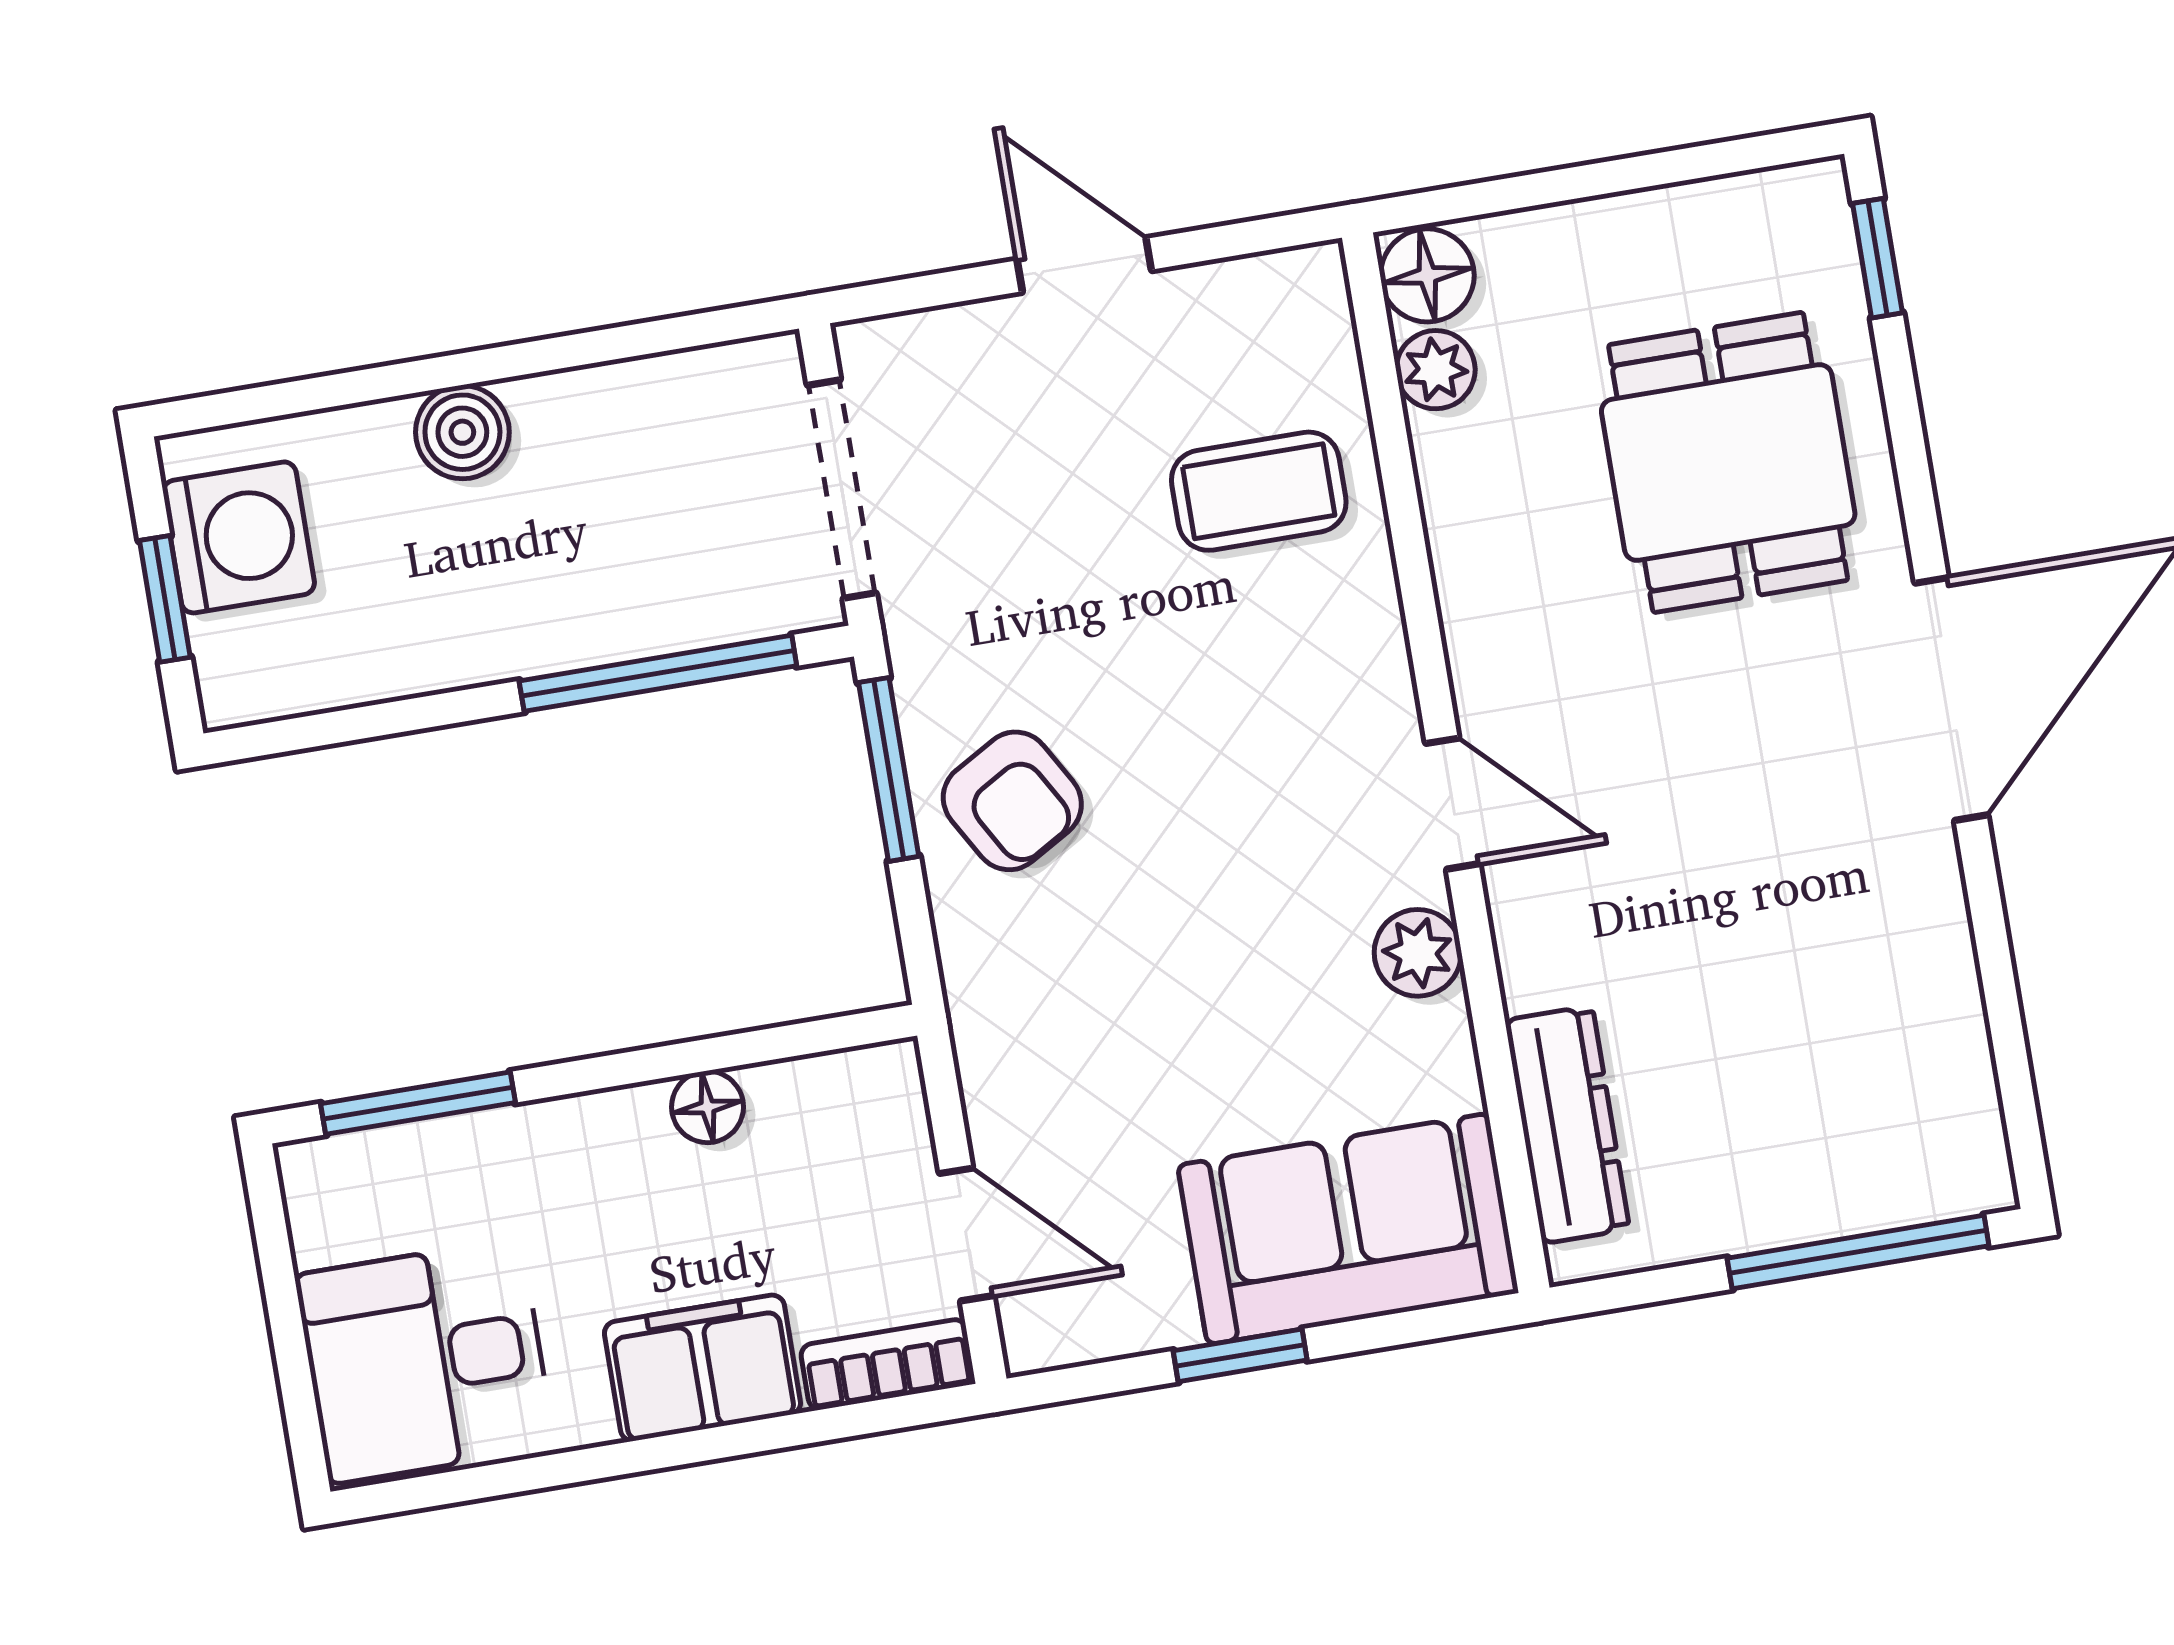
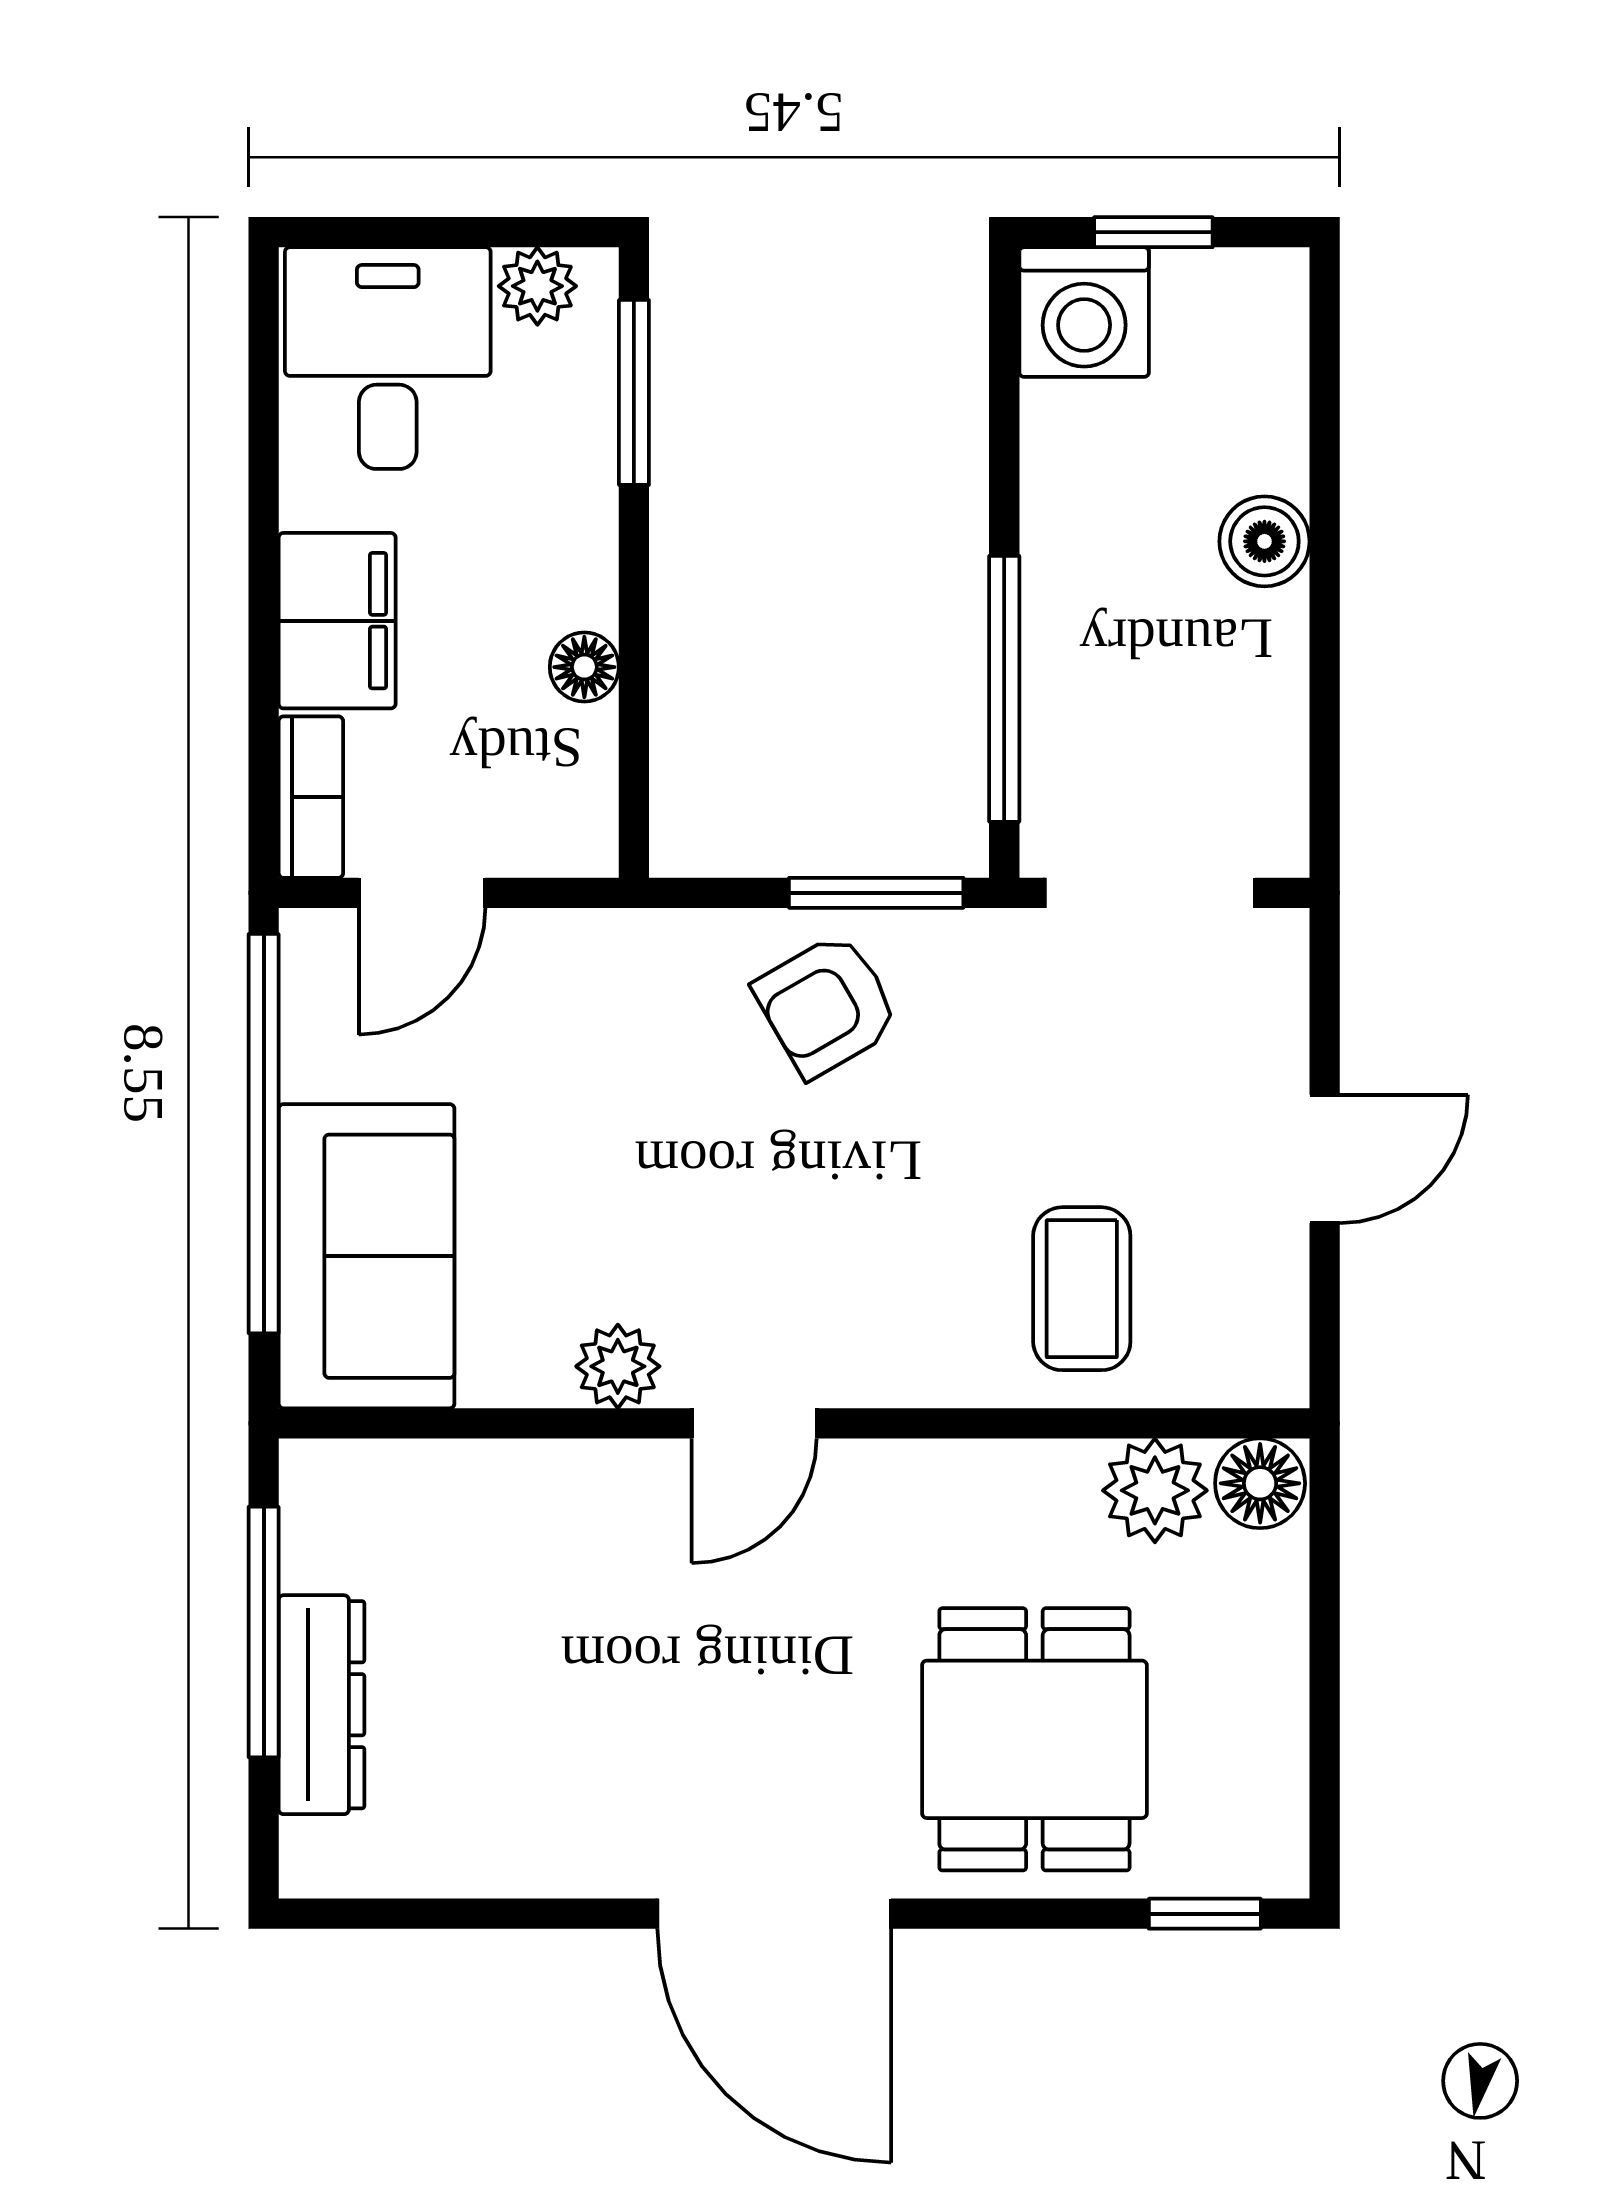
plant: (1436, 370) -> (1155, 1490), width x1.38, depth x1.38
dining table: (1728, 462) -> (1034, 1739), turned 90
washing machine: (239, 537) -> (1084, 312), moved
dresser: (1567, 1125) -> (321, 1705), moved, turned -90
plant: (326, 1220) -> (537, 286), added
window: (1858, 1252) -> (264, 1632), moved
window: (1240, 1355) -> (264, 1134), width x3.17

